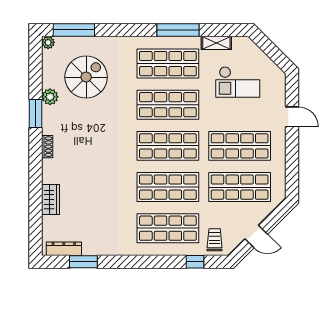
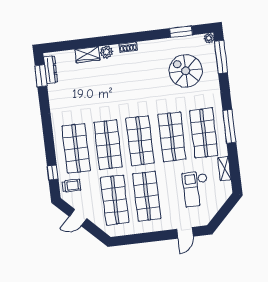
window: (178, 30) -> (229, 126), moved
spiral stairs: (86, 77) -> (186, 71), turned 180
plant: (50, 97) -> (106, 52), moved
window: (36, 114) -> (181, 32), moved
door: (292, 117) -> (185, 233), moved
door: (256, 236) -> (78, 218), hinge flipped
window: (83, 262) -> (41, 76), moved

